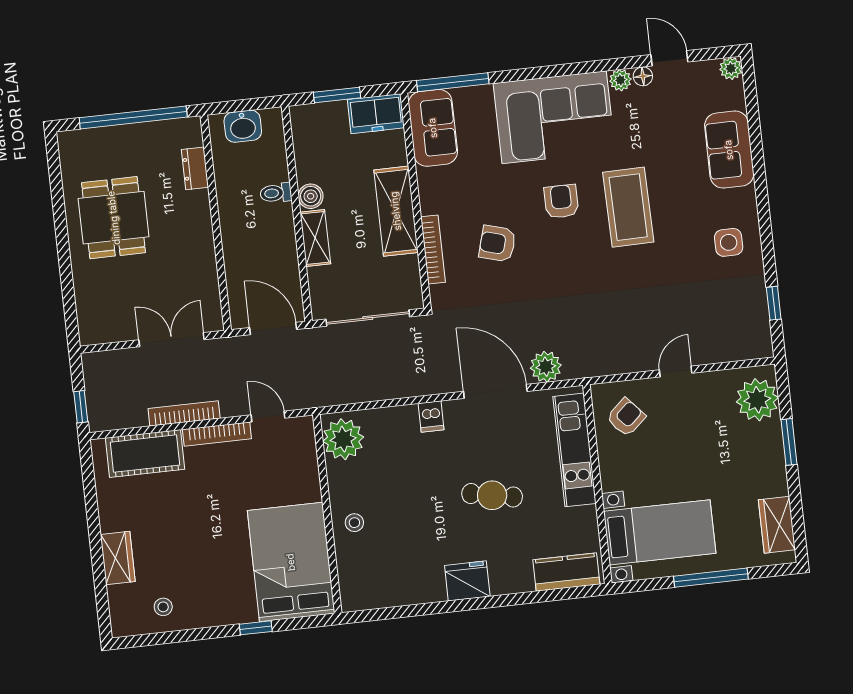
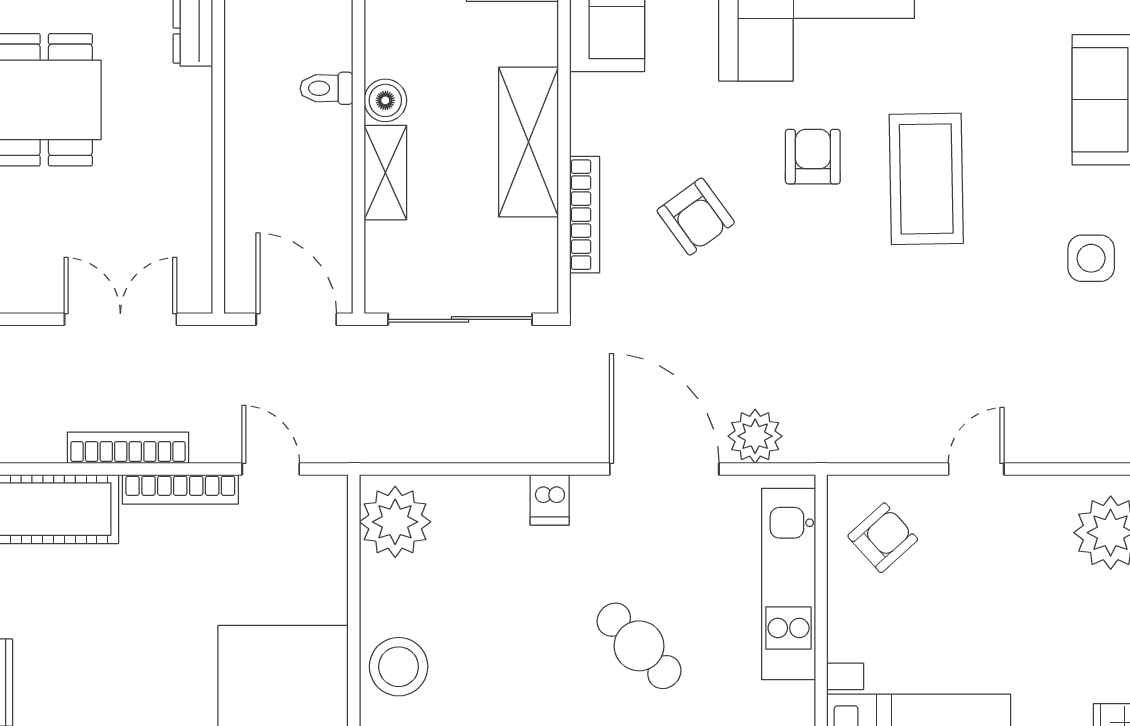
armchair: (497, 244) -> (696, 217), turned -142
cafe table: (492, 495) -> (639, 646), turned 35
stool: (354, 523) -> (399, 667), width x1.89, depth x1.89

